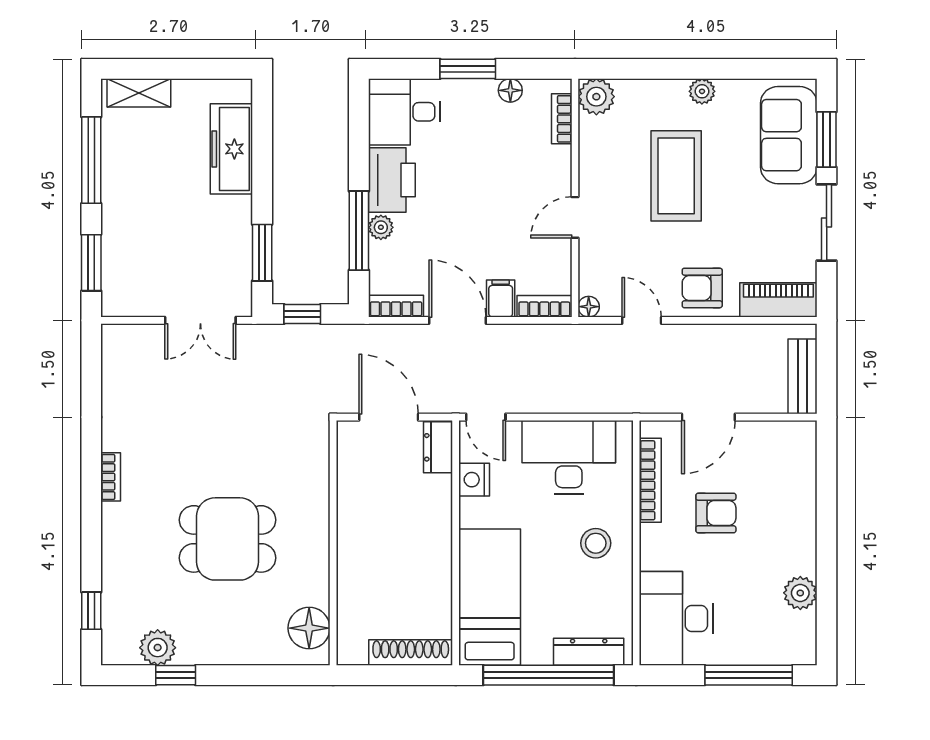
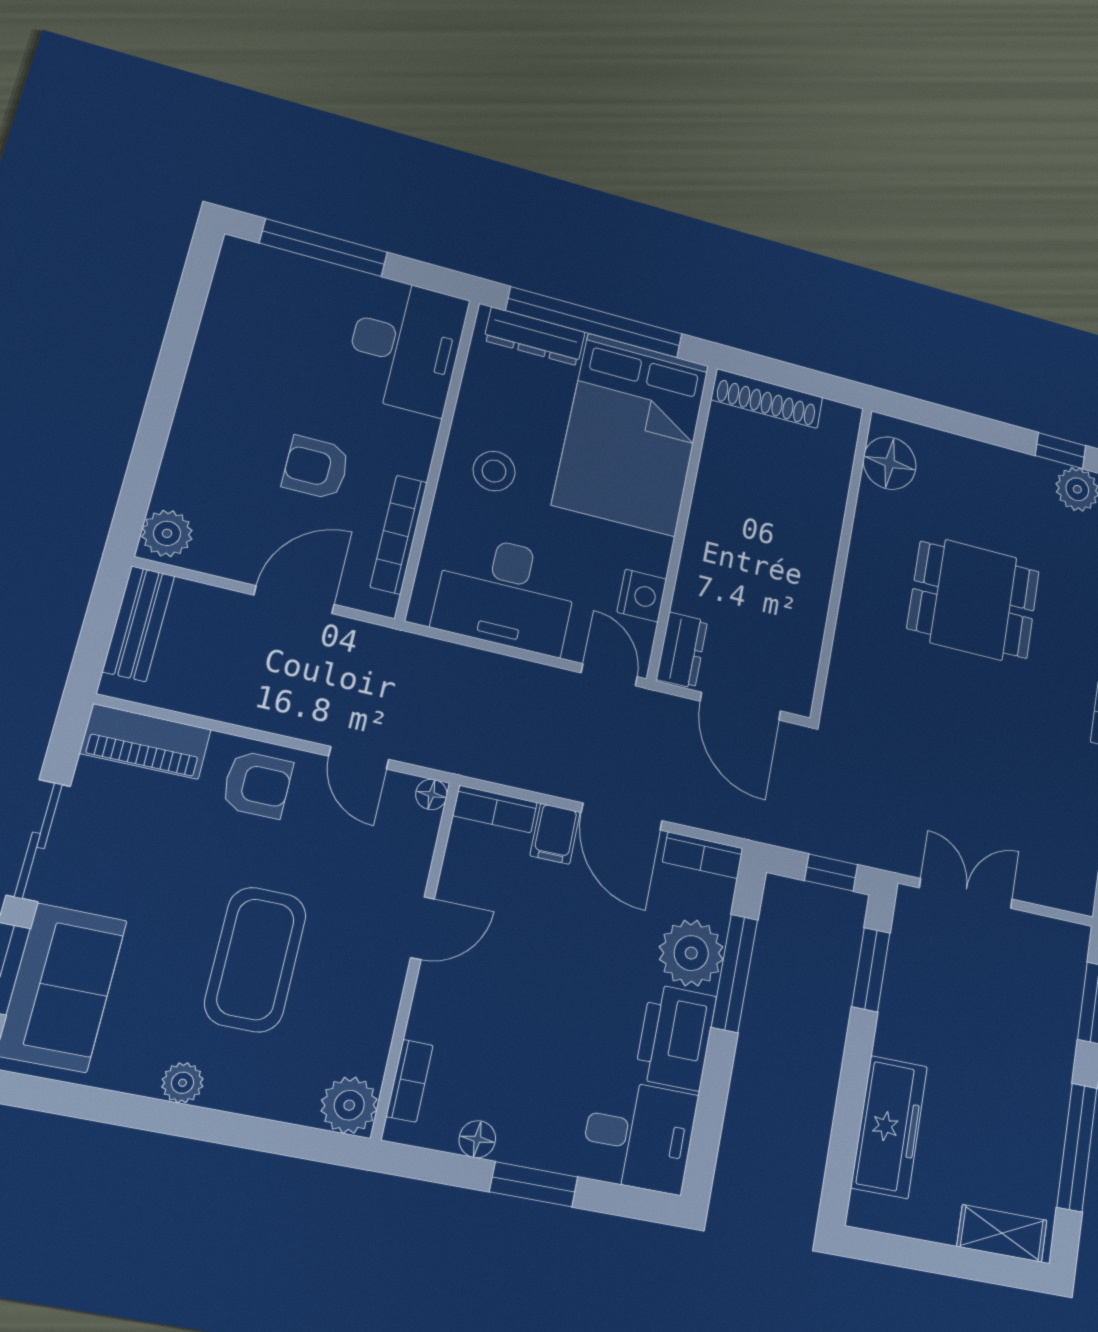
plant: (381, 227) -> (691, 953), width x1.88, depth x1.88
plant: (800, 593) -> (167, 533), moved
bed: (490, 597) -> (631, 434), width x1.50

